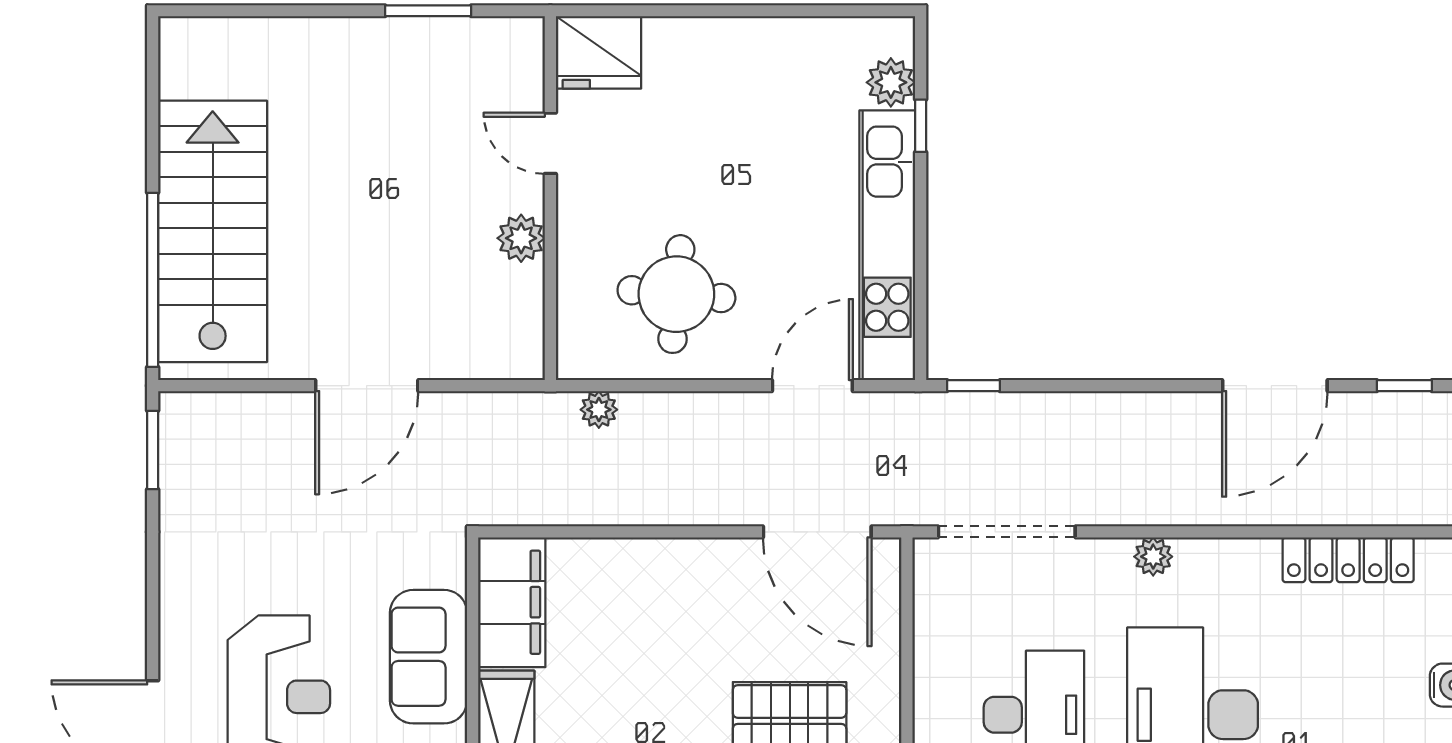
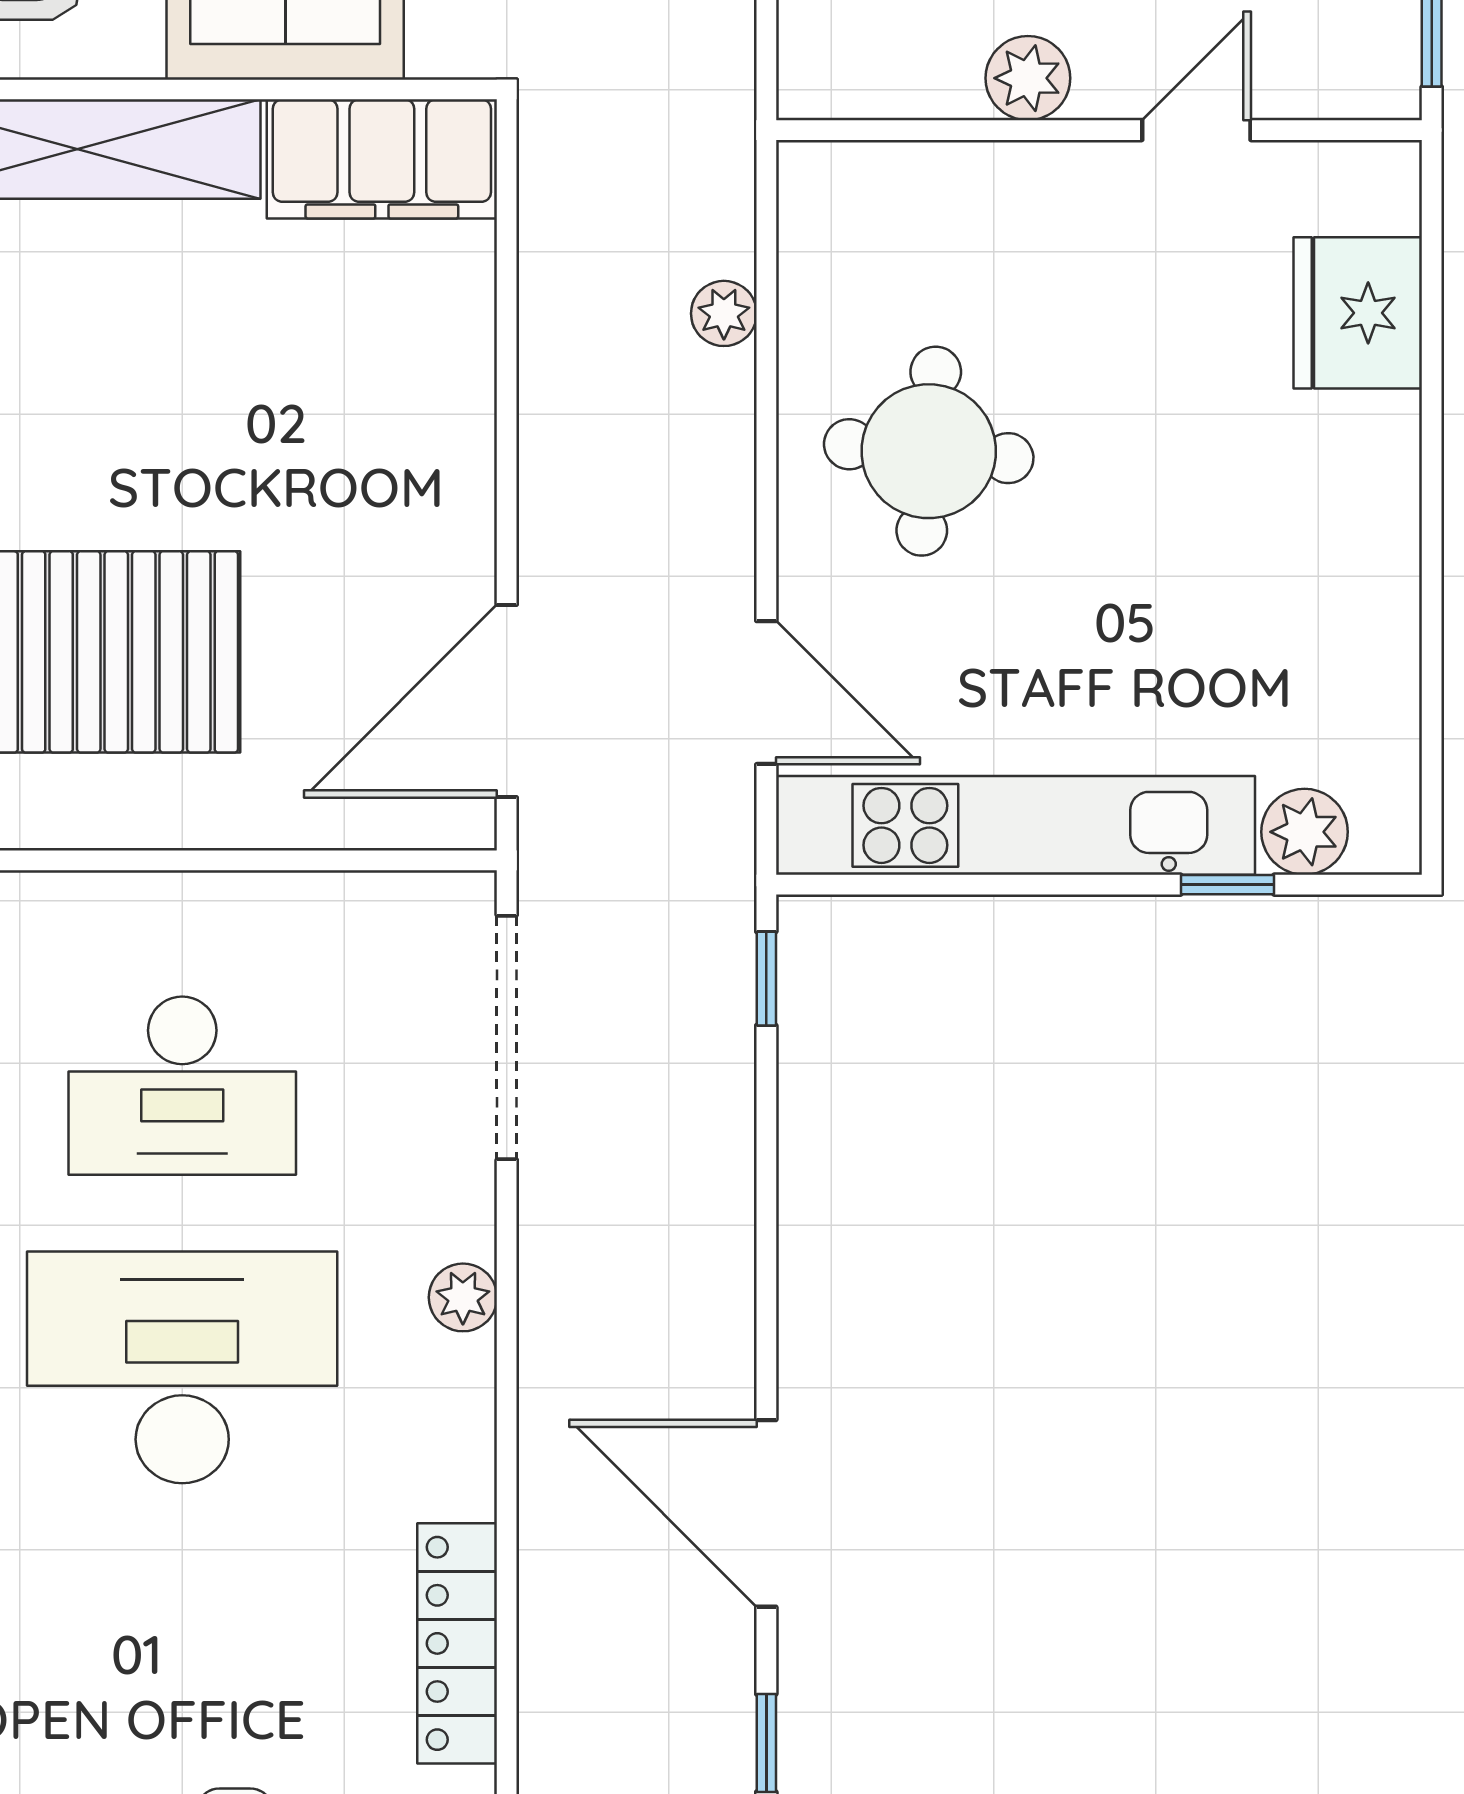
door: (550, 143) -> (1196, 130), moved
wall: (550, 198) -> (1099, 130), moved
plant: (521, 238) -> (1028, 78), moved

